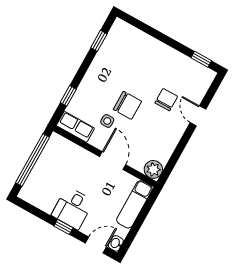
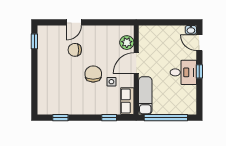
plant: (153, 169) -> (127, 43), moved
exam couch: (134, 204) -> (145, 96), moved, turned -90

